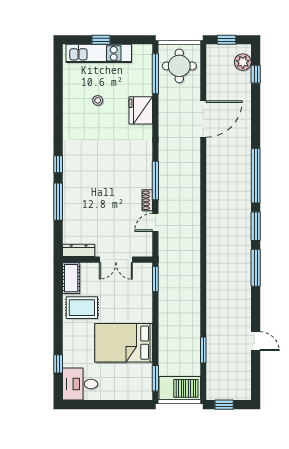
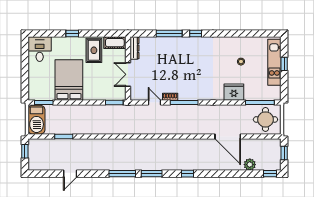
plant: (243, 62) -> (250, 165), moved
window: (256, 74) -> (270, 174), moved
window: (256, 176) -> (188, 174), width x0.32
window: (58, 364) -> (72, 33), moved

